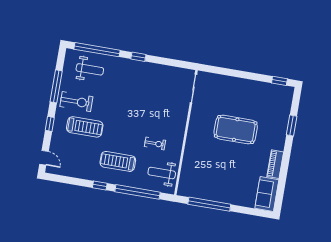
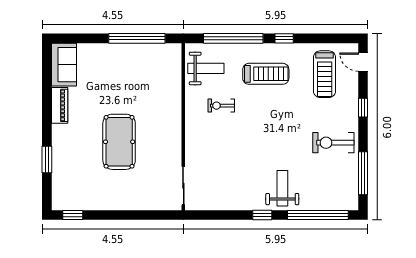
weight bench: (90, 69) -> (282, 188), moved, turned 90
window: (56, 86) -> (363, 173), moved
treadmill: (85, 127) -> (325, 74), moved, turned -90
pool table: (236, 130) -> (119, 142), turned 90

